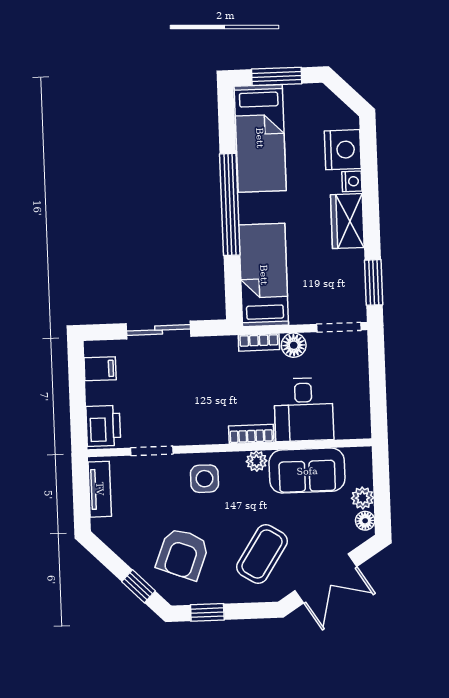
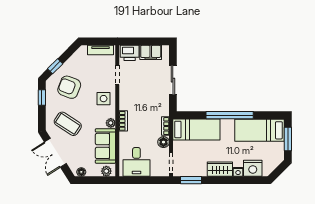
filing cabinet: (100, 369) -> (151, 52), width x2.00
desk: (304, 410) -> (136, 162), moved, turned -90
plant: (363, 498) -> (106, 171), moved

